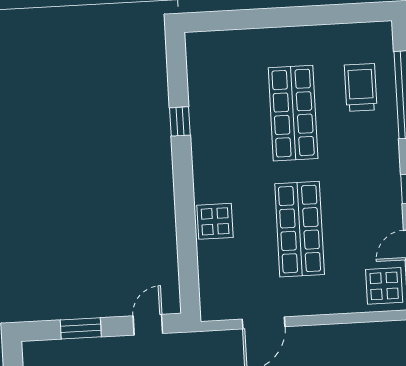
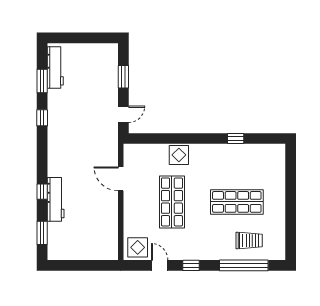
shop shelf: (300, 229) -> (172, 202), turned 90
door: (148, 325) -> (123, 114), hinge flipped

